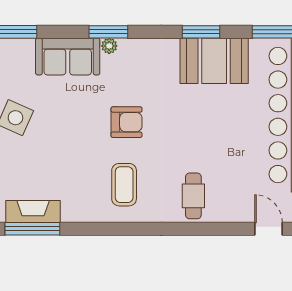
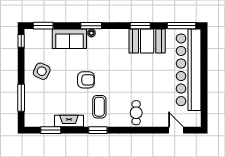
armchair: (126, 122) -> (86, 80), moved
fireplace: (33, 211) -> (69, 121), moved
window: (32, 229) -> (51, 130), width x0.69
window: (121, 229) -> (98, 130), added

